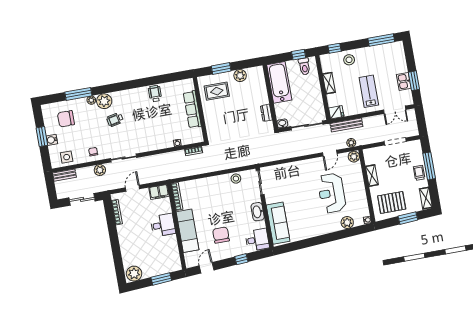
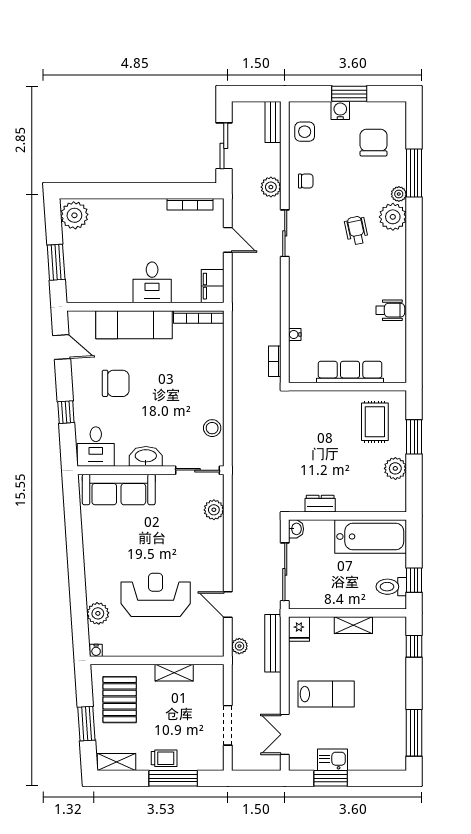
stool: (349, 60) -> (389, 669), removed
plant: (354, 157) -> (214, 510), moved

